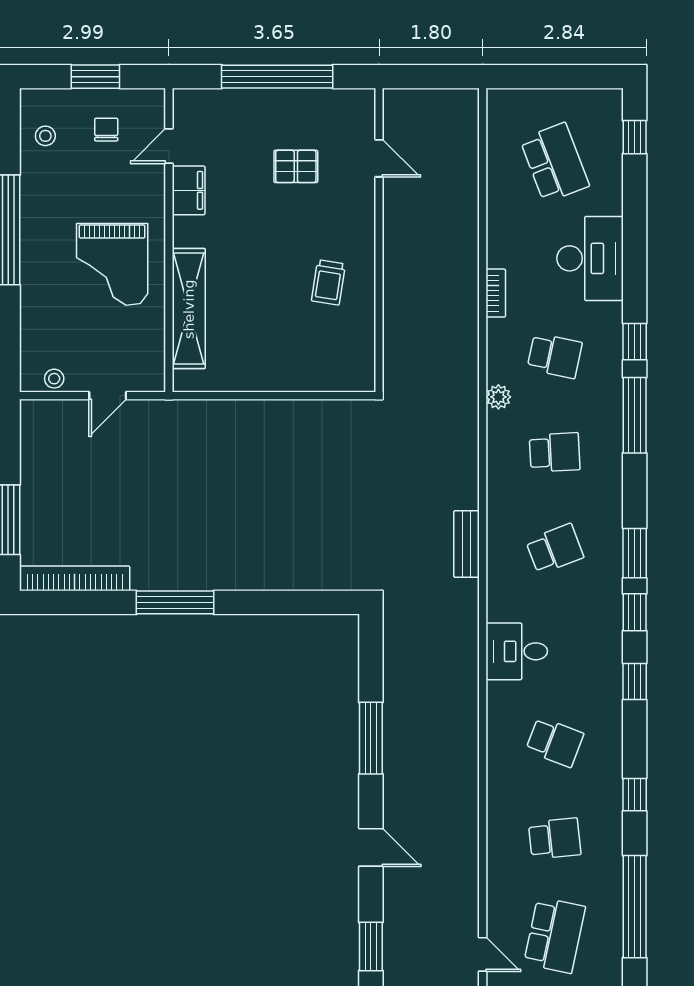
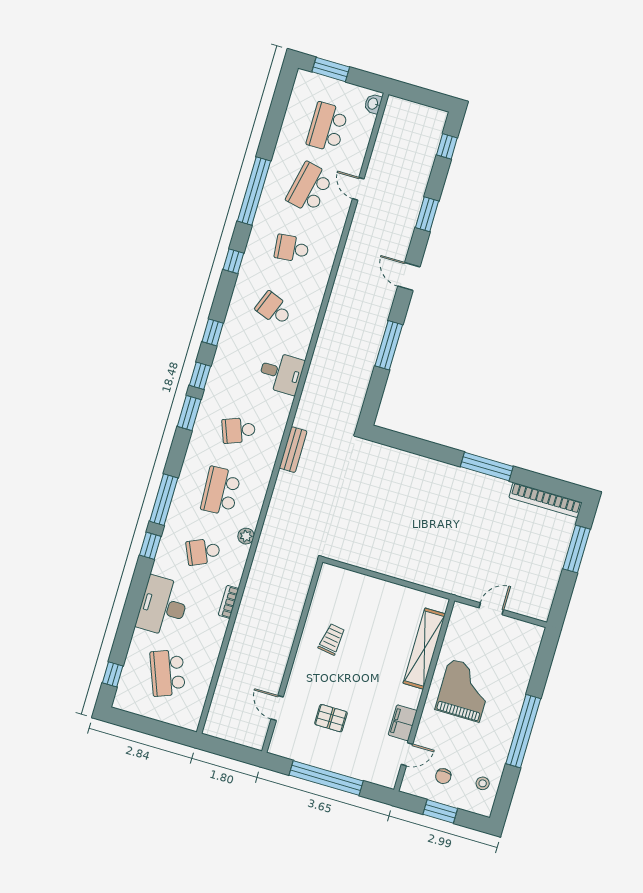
school desk: (555, 356) -> (203, 552), turned -36
stool: (54, 379) -> (522, 629), removed
school desk: (555, 452) -> (221, 491), width x1.85

